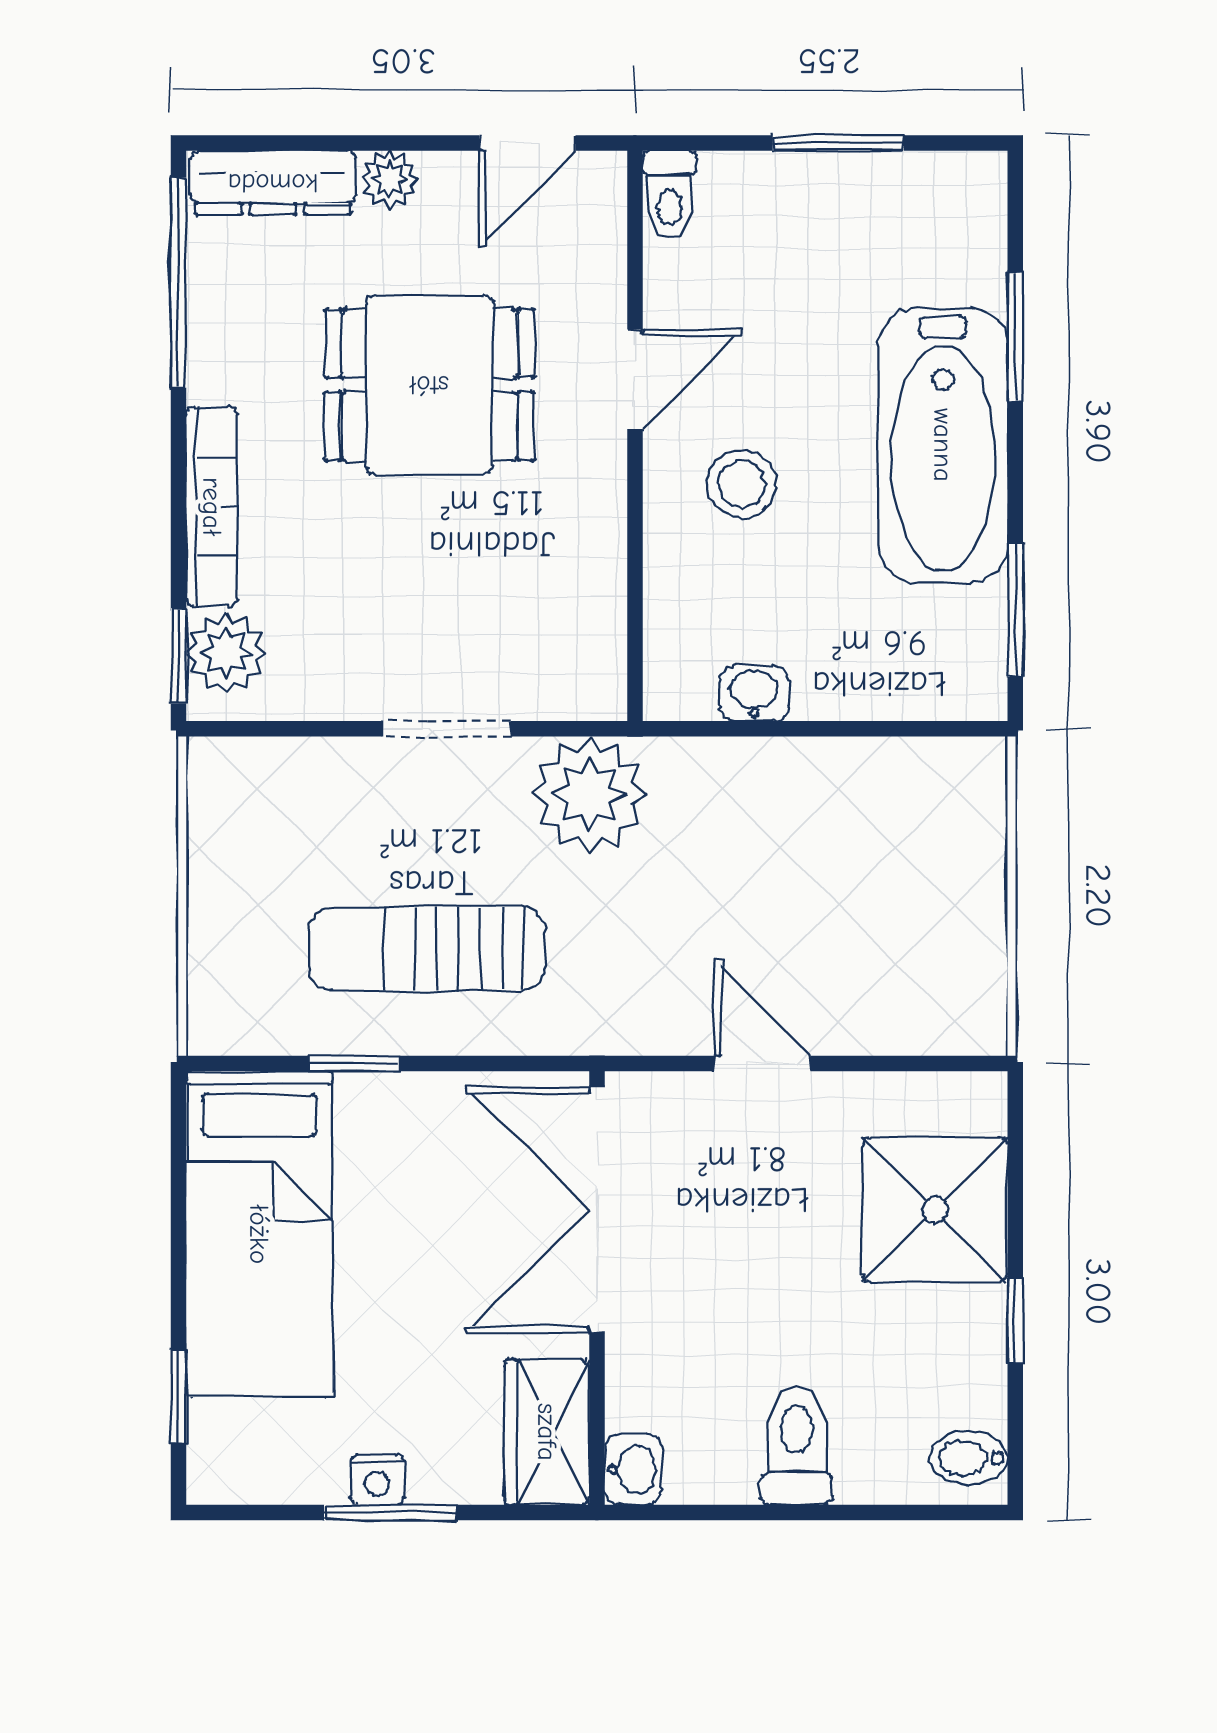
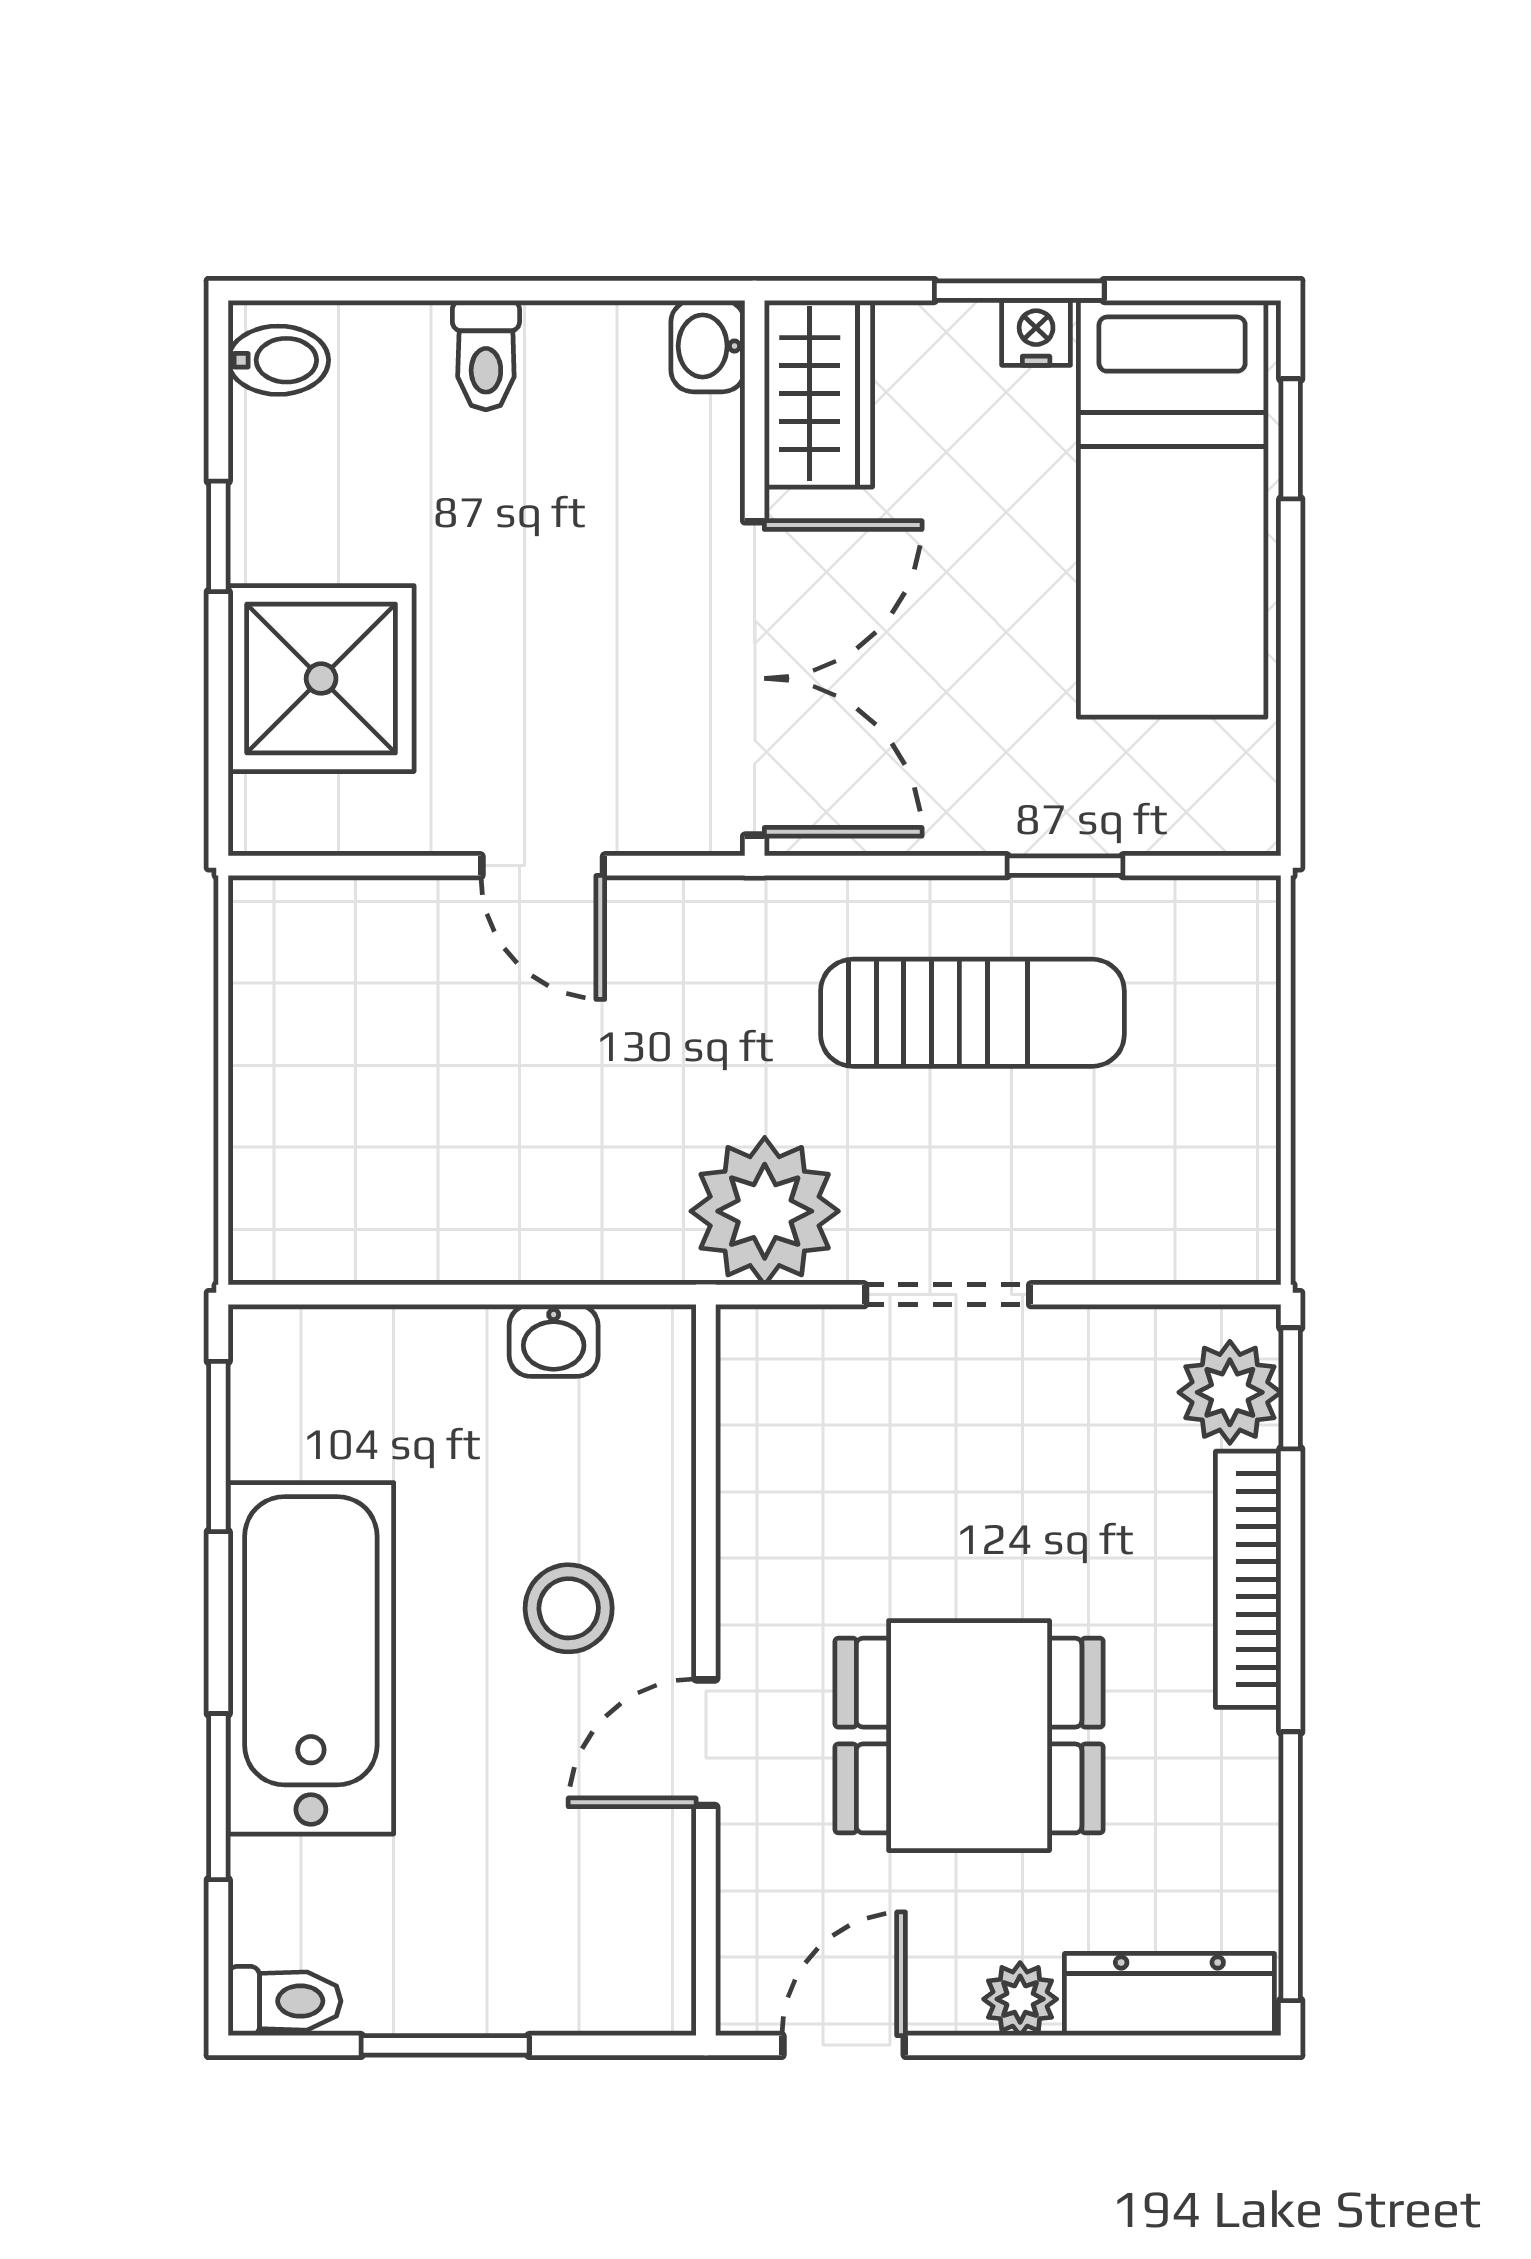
toilet: (670, 195) -> (284, 2001), moved, turned 90
bed: (259, 1234) -> (1172, 509), moved, turned 180
toilet: (797, 1446) -> (486, 355), width x0.73, depth x0.72

